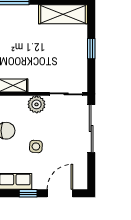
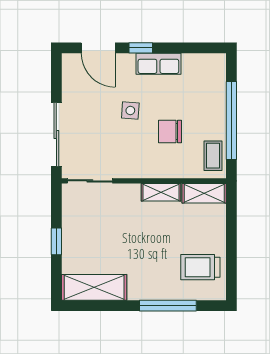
plant: (37, 104) -> (129, 167), removed
door: (60, 193) -> (98, 48), hinge flipped

